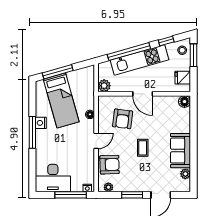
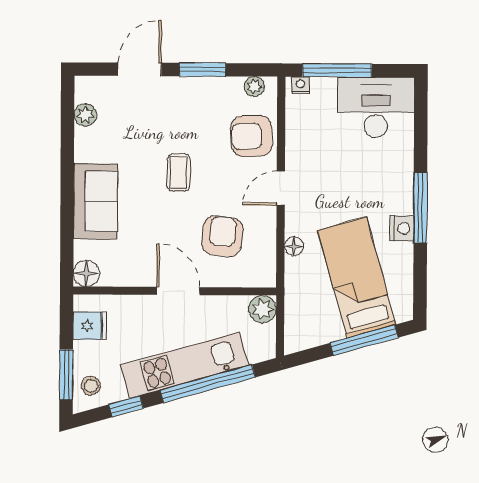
sofa: (181, 151) -> (96, 201), moved

